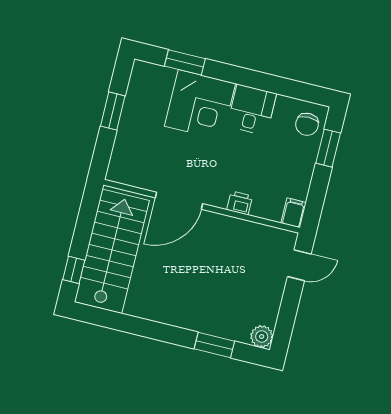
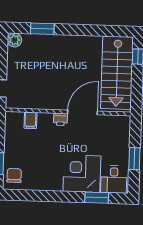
desk: (252, 110) -> (114, 179), moved
printer: (240, 203) -> (60, 119), moved
filing cabinet: (294, 213) -> (30, 120), moved

